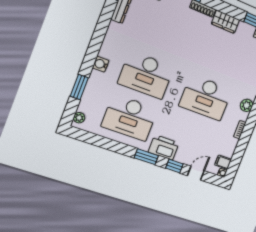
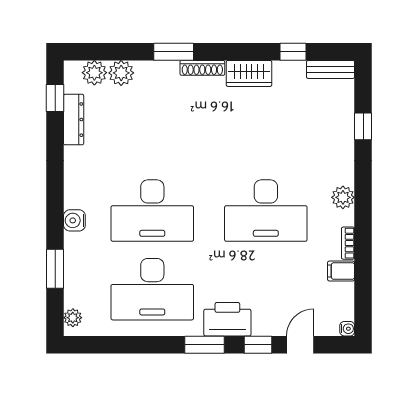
filing cabinet: (223, 162) -> (341, 271), moved

